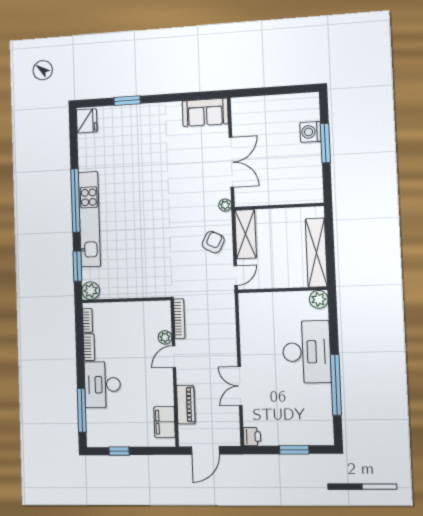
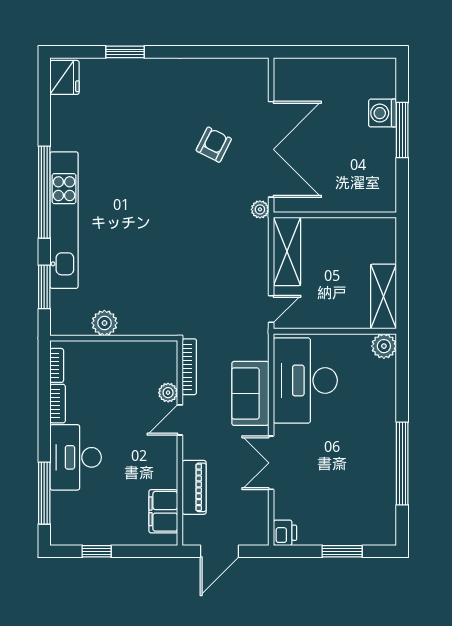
sofa: (205, 112) -> (250, 393), moved, turned 90
double door: (231, 162) -> (271, 149), width x1.36
armchair: (213, 242) -> (214, 145), moved
shelving: (316, 253) -> (384, 297), width x0.68
plant: (91, 291) -> (104, 323), moved
desk: (307, 352) -> (305, 380), moved, turned 180

